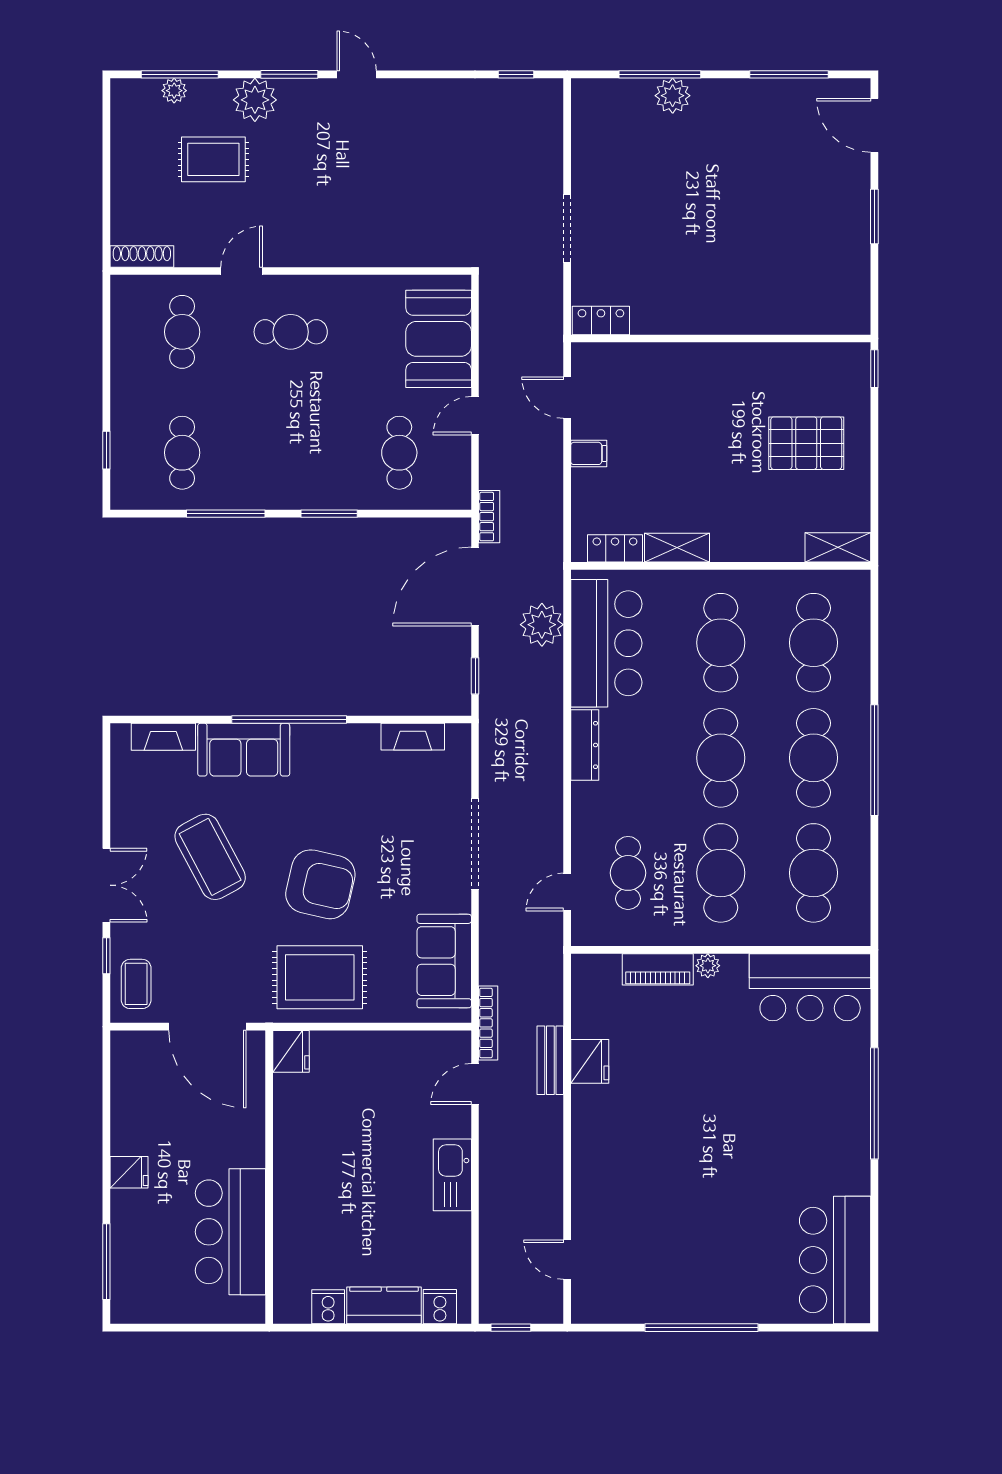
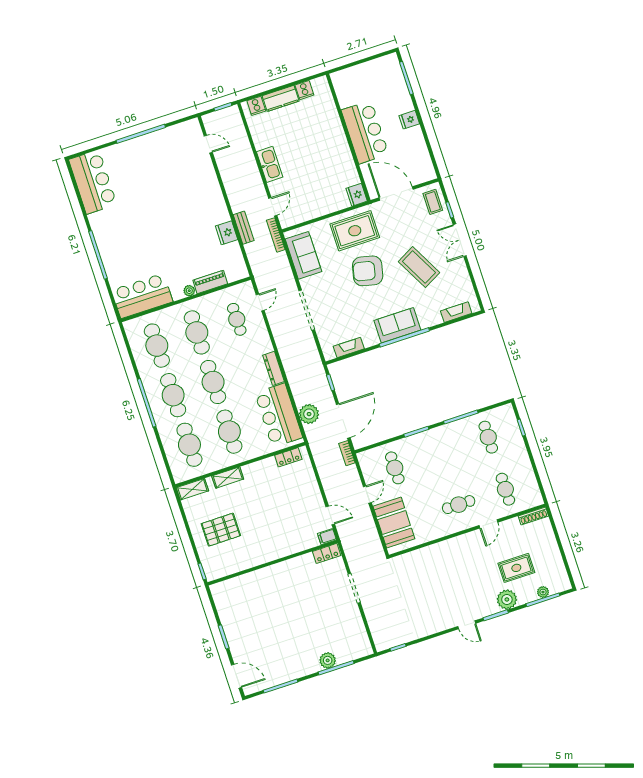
filing cabinet: (589, 453) -> (327, 537), moved
shelving: (677, 548) -> (228, 478), moved
sofa: (244, 750) -> (397, 325), moved
bar counter: (230, 1232) -> (365, 132), moved

